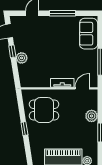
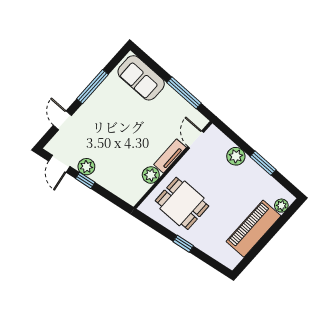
plant: (22, 58) -> (86, 167), moved
plant: (44, 82) -> (151, 175), added
dining table: (44, 110) -> (182, 203), turned 90

